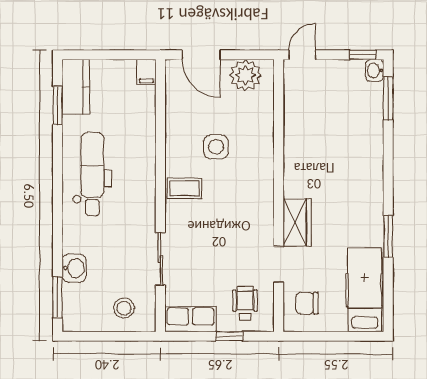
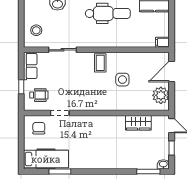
window: (363, 55) -> (172, 148), moved
wardrobe: (297, 222) -> (138, 123), moved
window: (388, 236) -> (60, 172), moved

